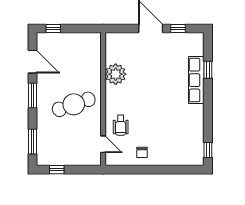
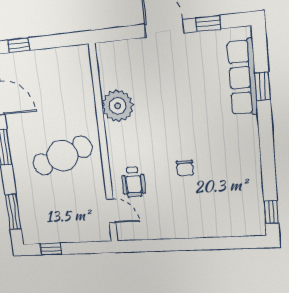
row of seats: (196, 80) -> (243, 77), moved
chair: (142, 152) -> (185, 168), moved

